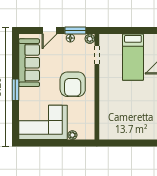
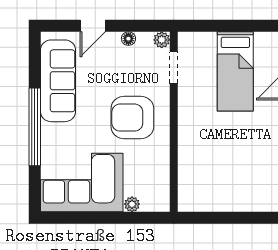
window: (75, 31) -> (137, 26), removed
armchair: (73, 84) -> (132, 118), turned 90
window: (15, 90) -> (35, 127), width x2.11

